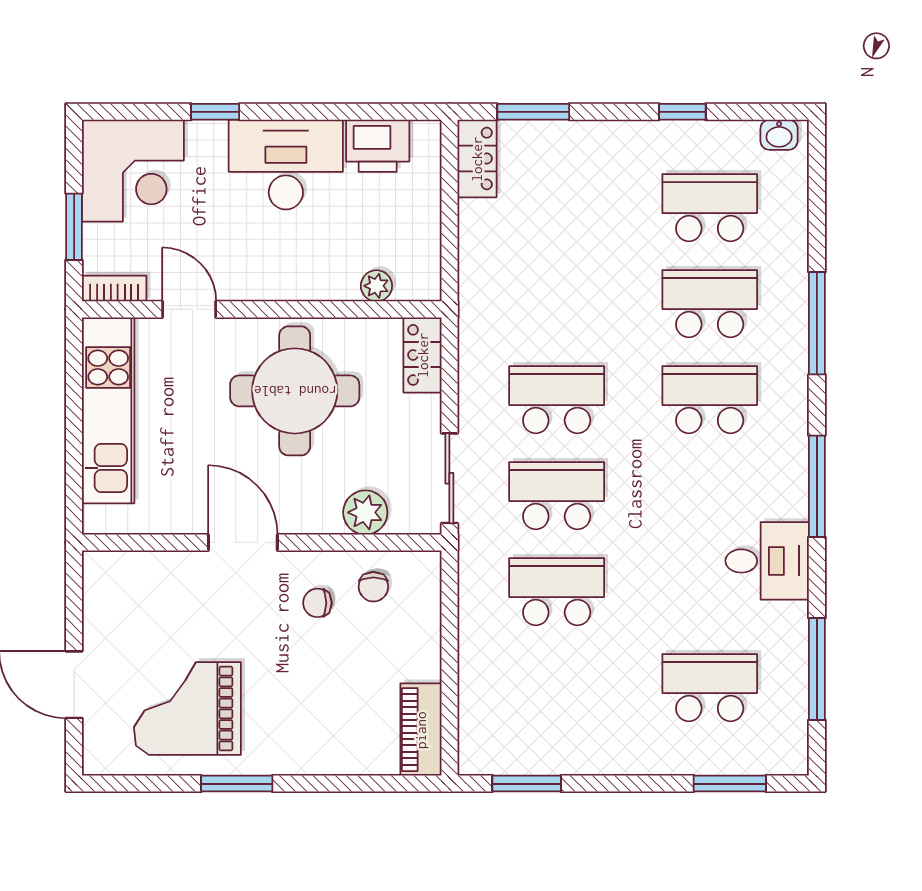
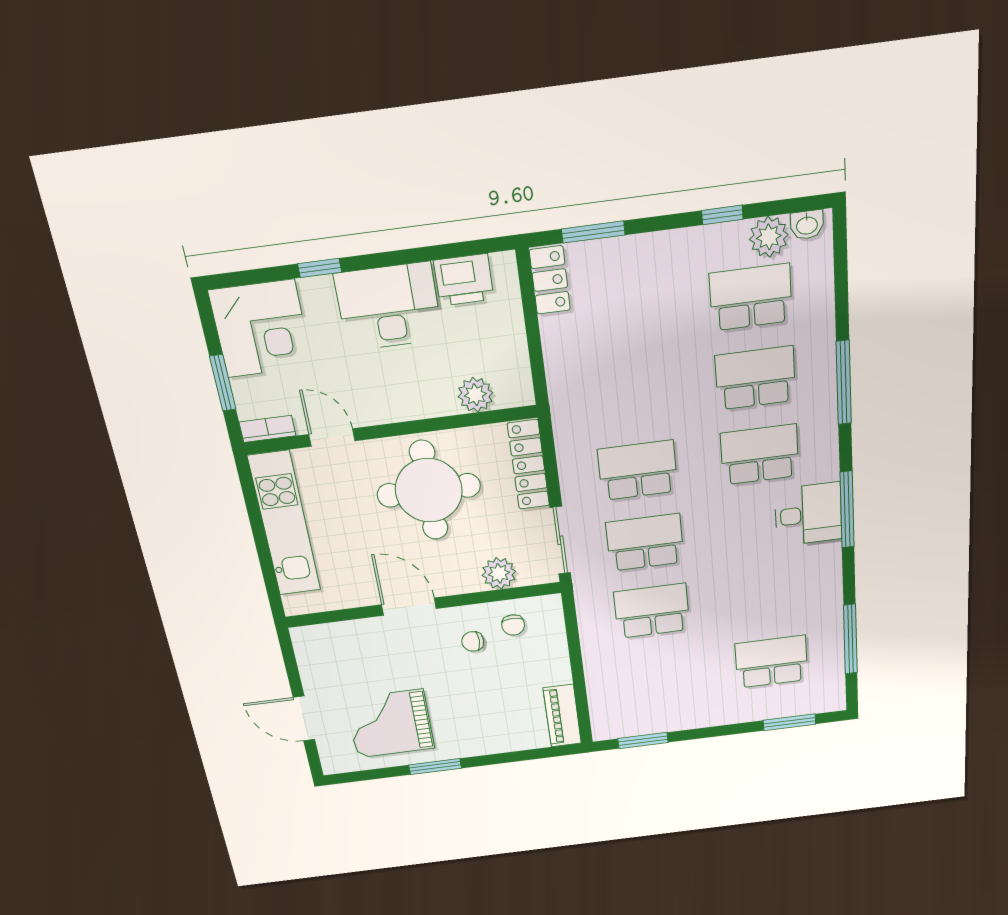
plant: (734, 143) -> (769, 237), added
plant: (376, 286) -> (475, 395), width x1.38, depth x1.38
locker: (423, 355) -> (528, 465), width x1.53
desk: (767, 561) -> (808, 514), moved

